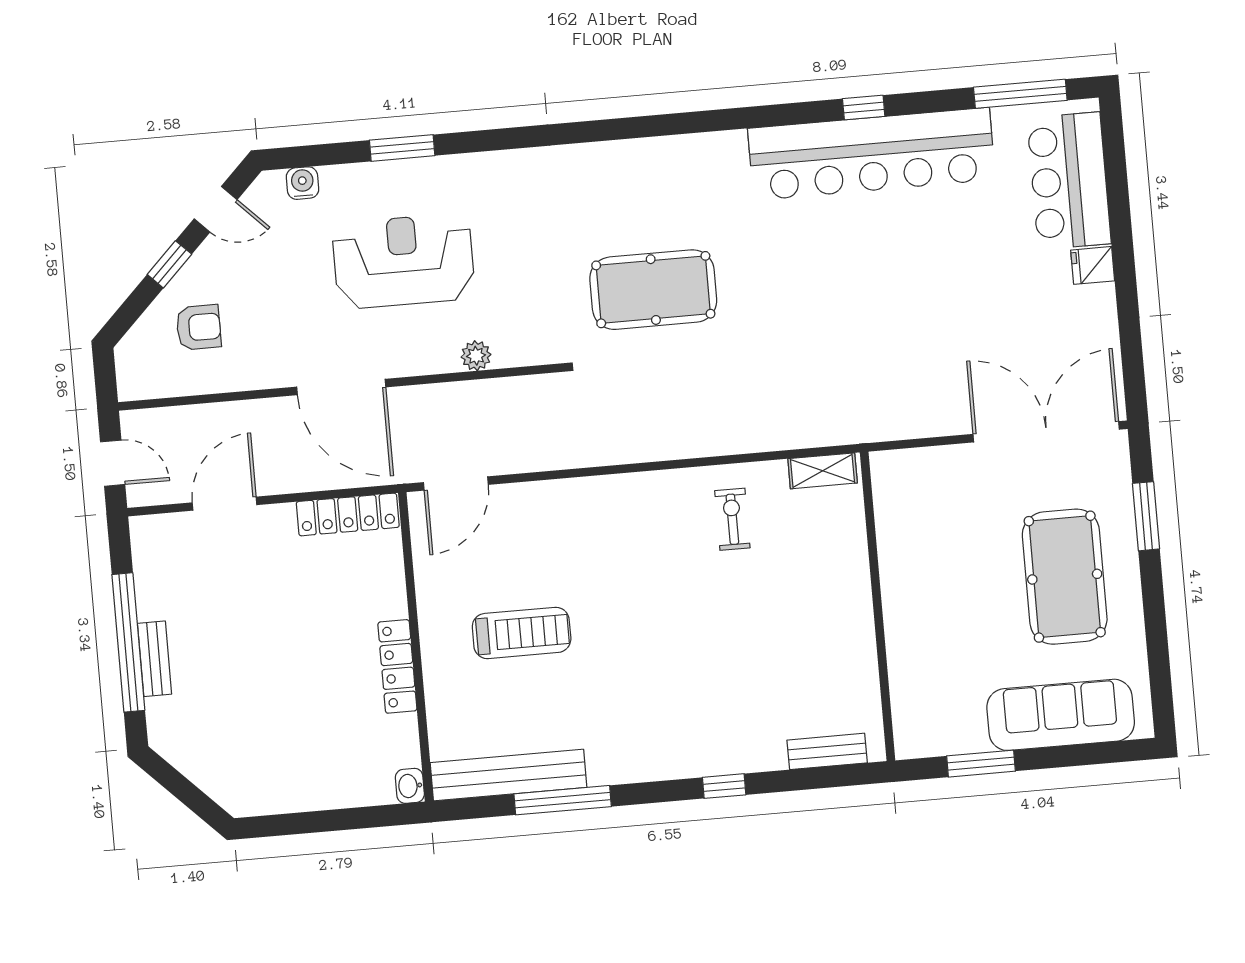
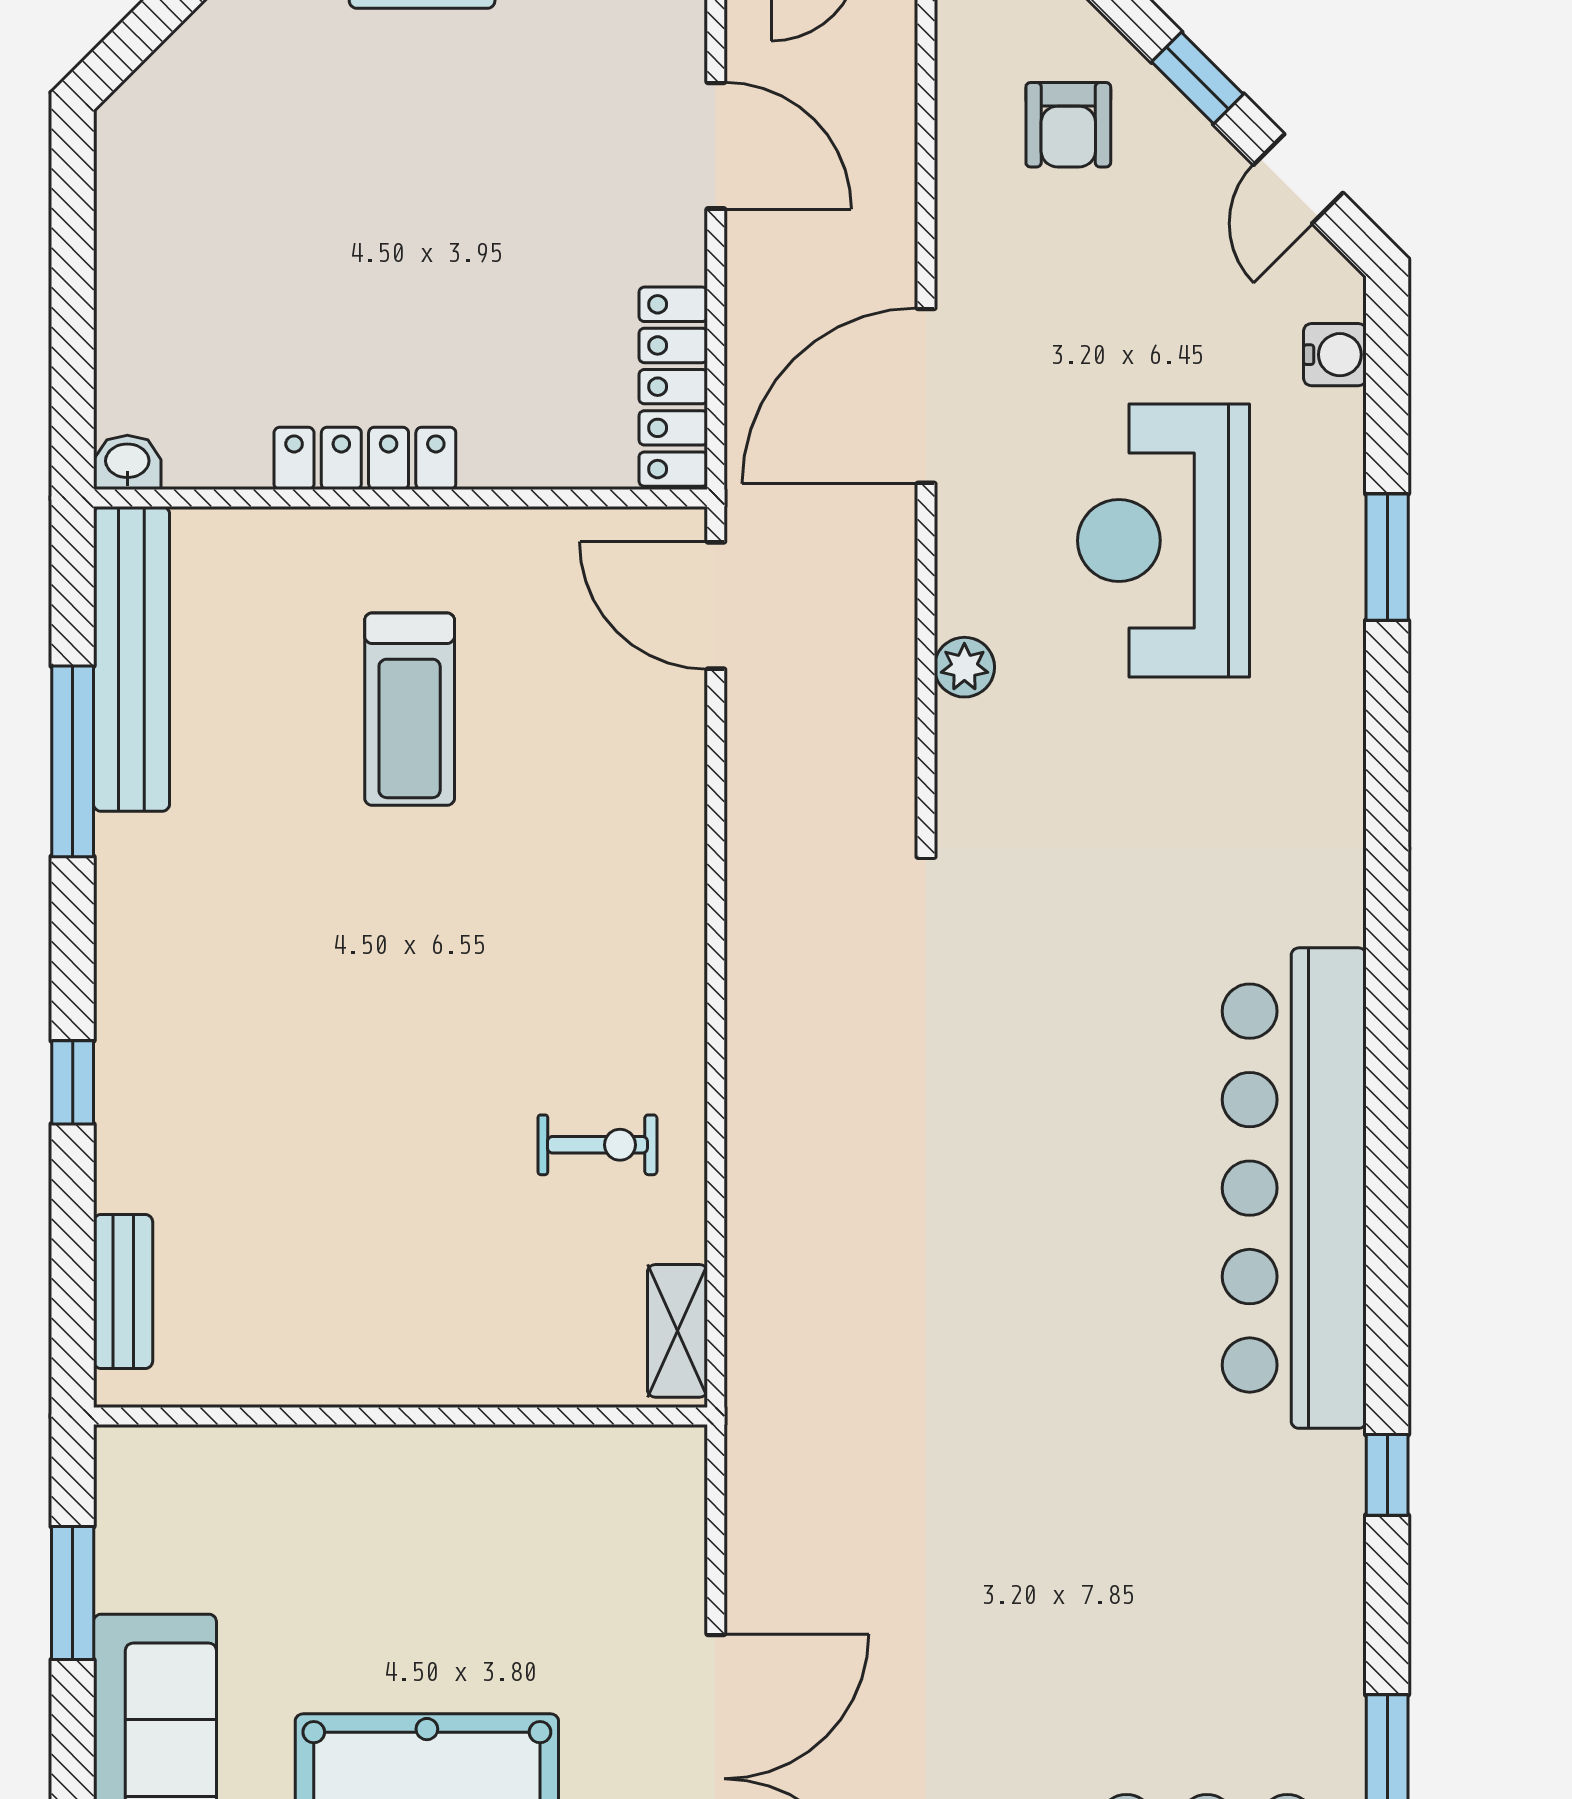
bar counter: (872, 154) -> (1294, 1188), moved
reception desk: (404, 261) -> (1164, 541), turned 180
pool table: (653, 290) -> (1064, 1028), removed

